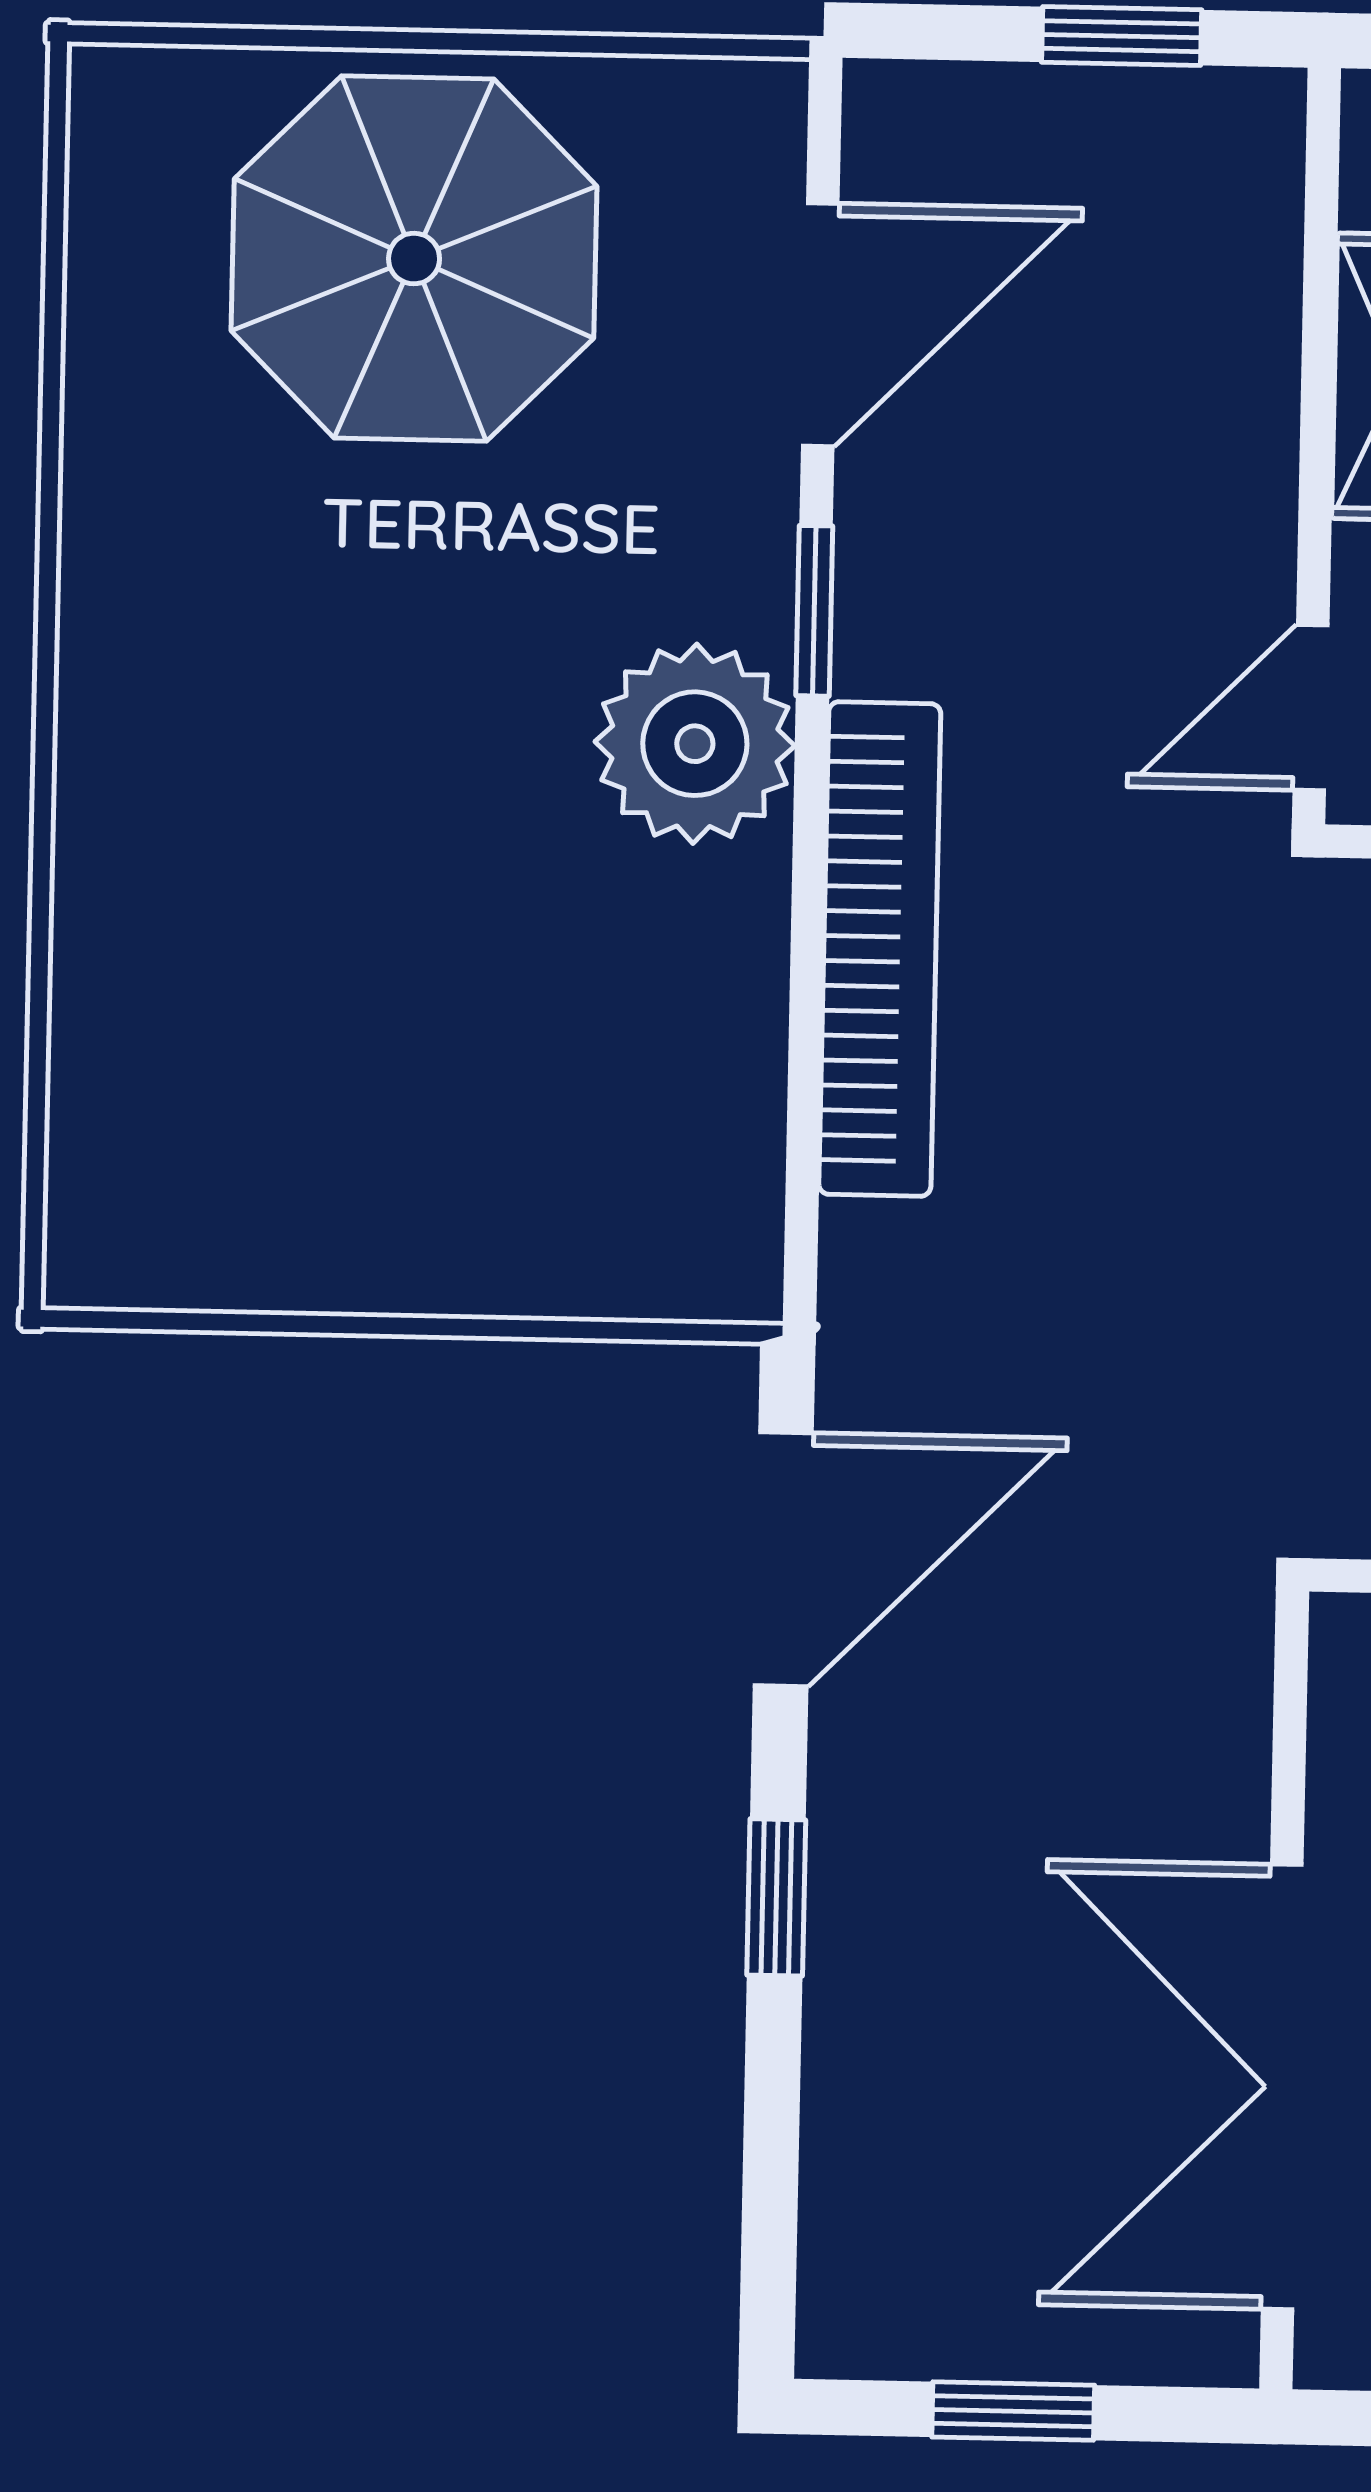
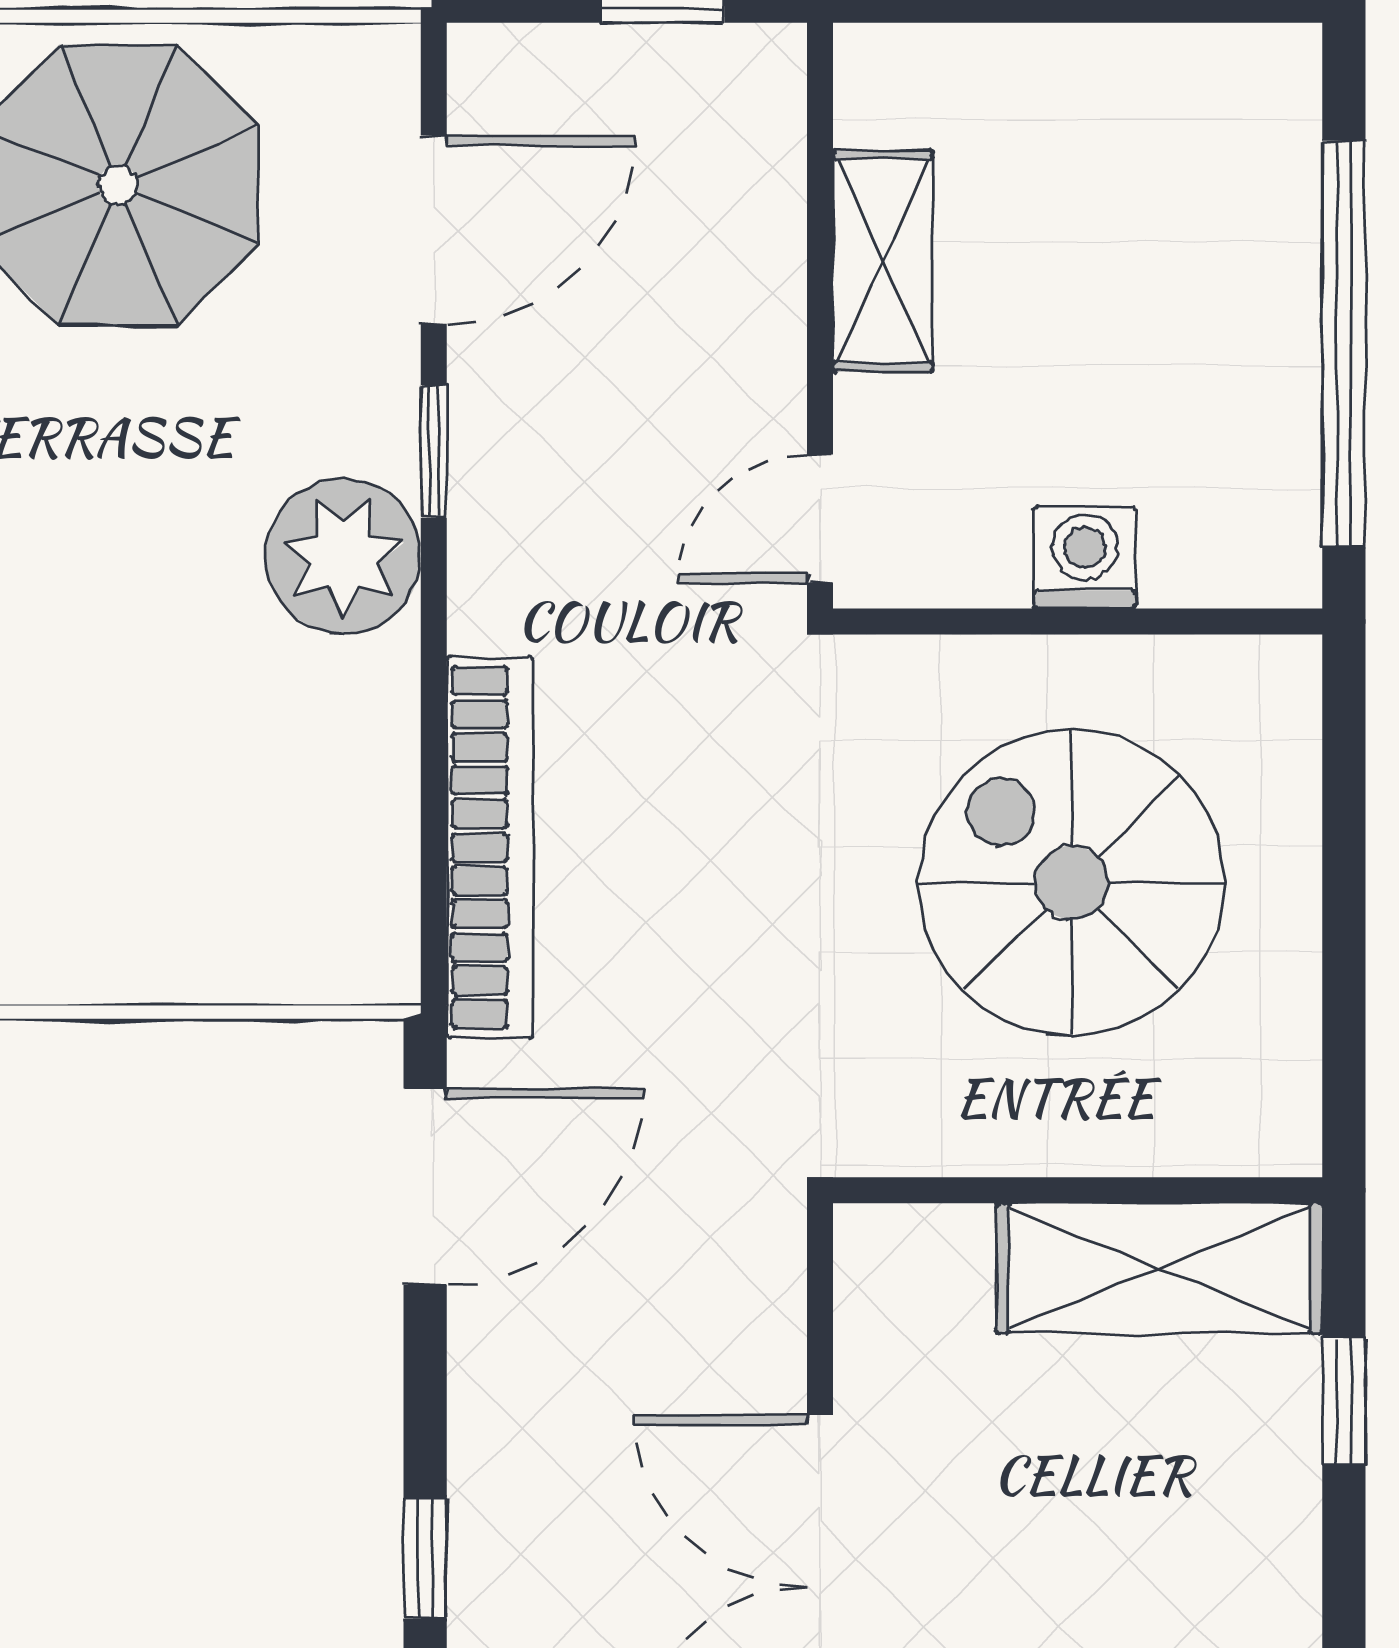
bookcase: (880, 949) -> (490, 847), moved
window: (776, 1897) -> (425, 1558), moved

